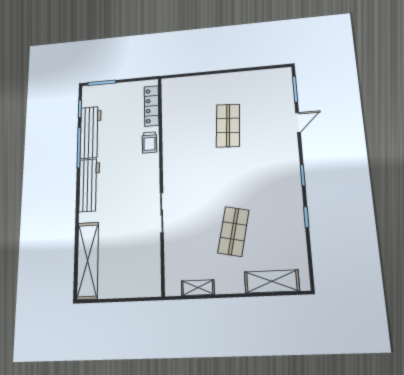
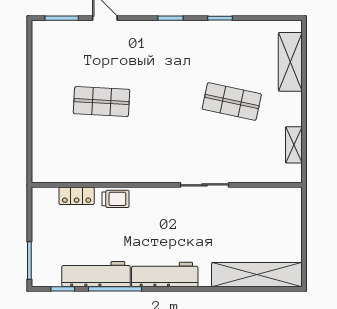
locker: (152, 106) -> (77, 196), width x0.66

